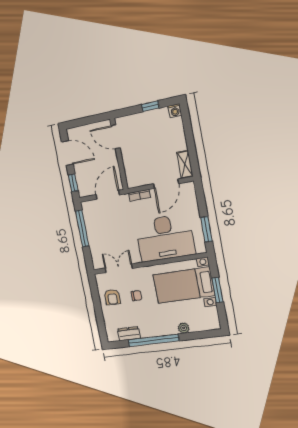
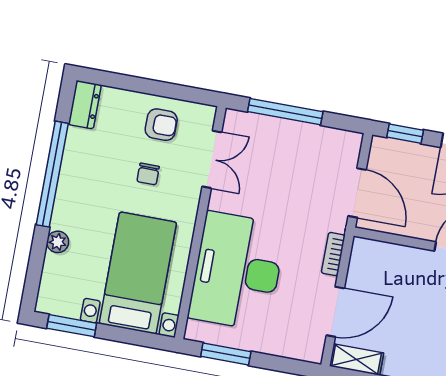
door: (166, 184) -> (335, 312), swing flipped
window: (82, 228) -> (285, 112), moved
window: (218, 290) -> (72, 326), moved
armchair: (112, 297) -> (161, 125), turned 180
dresser: (129, 334) -> (85, 105), moved

